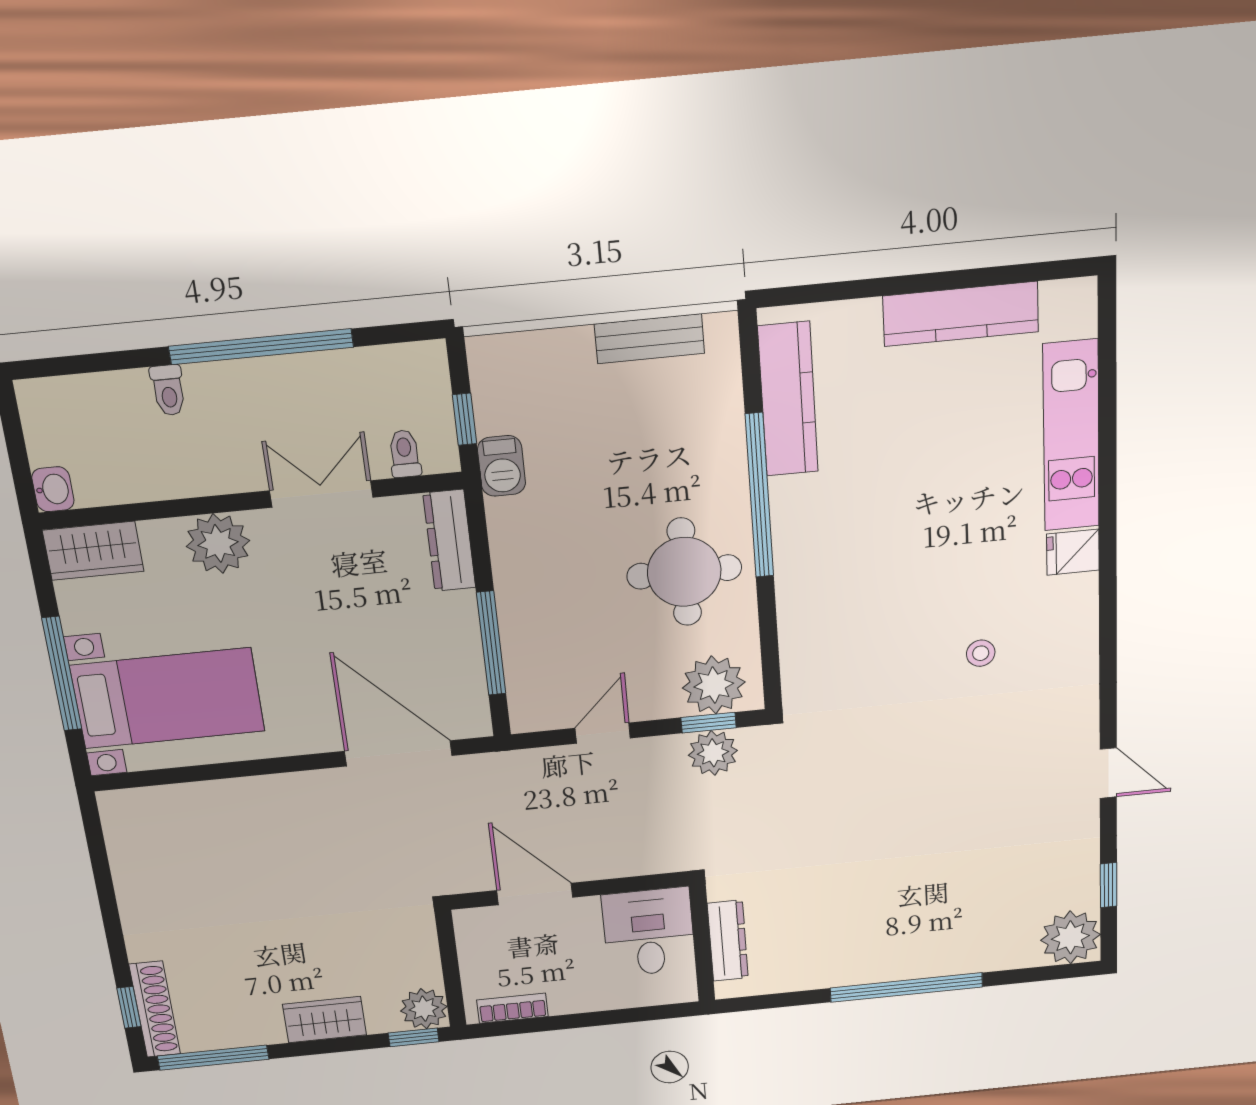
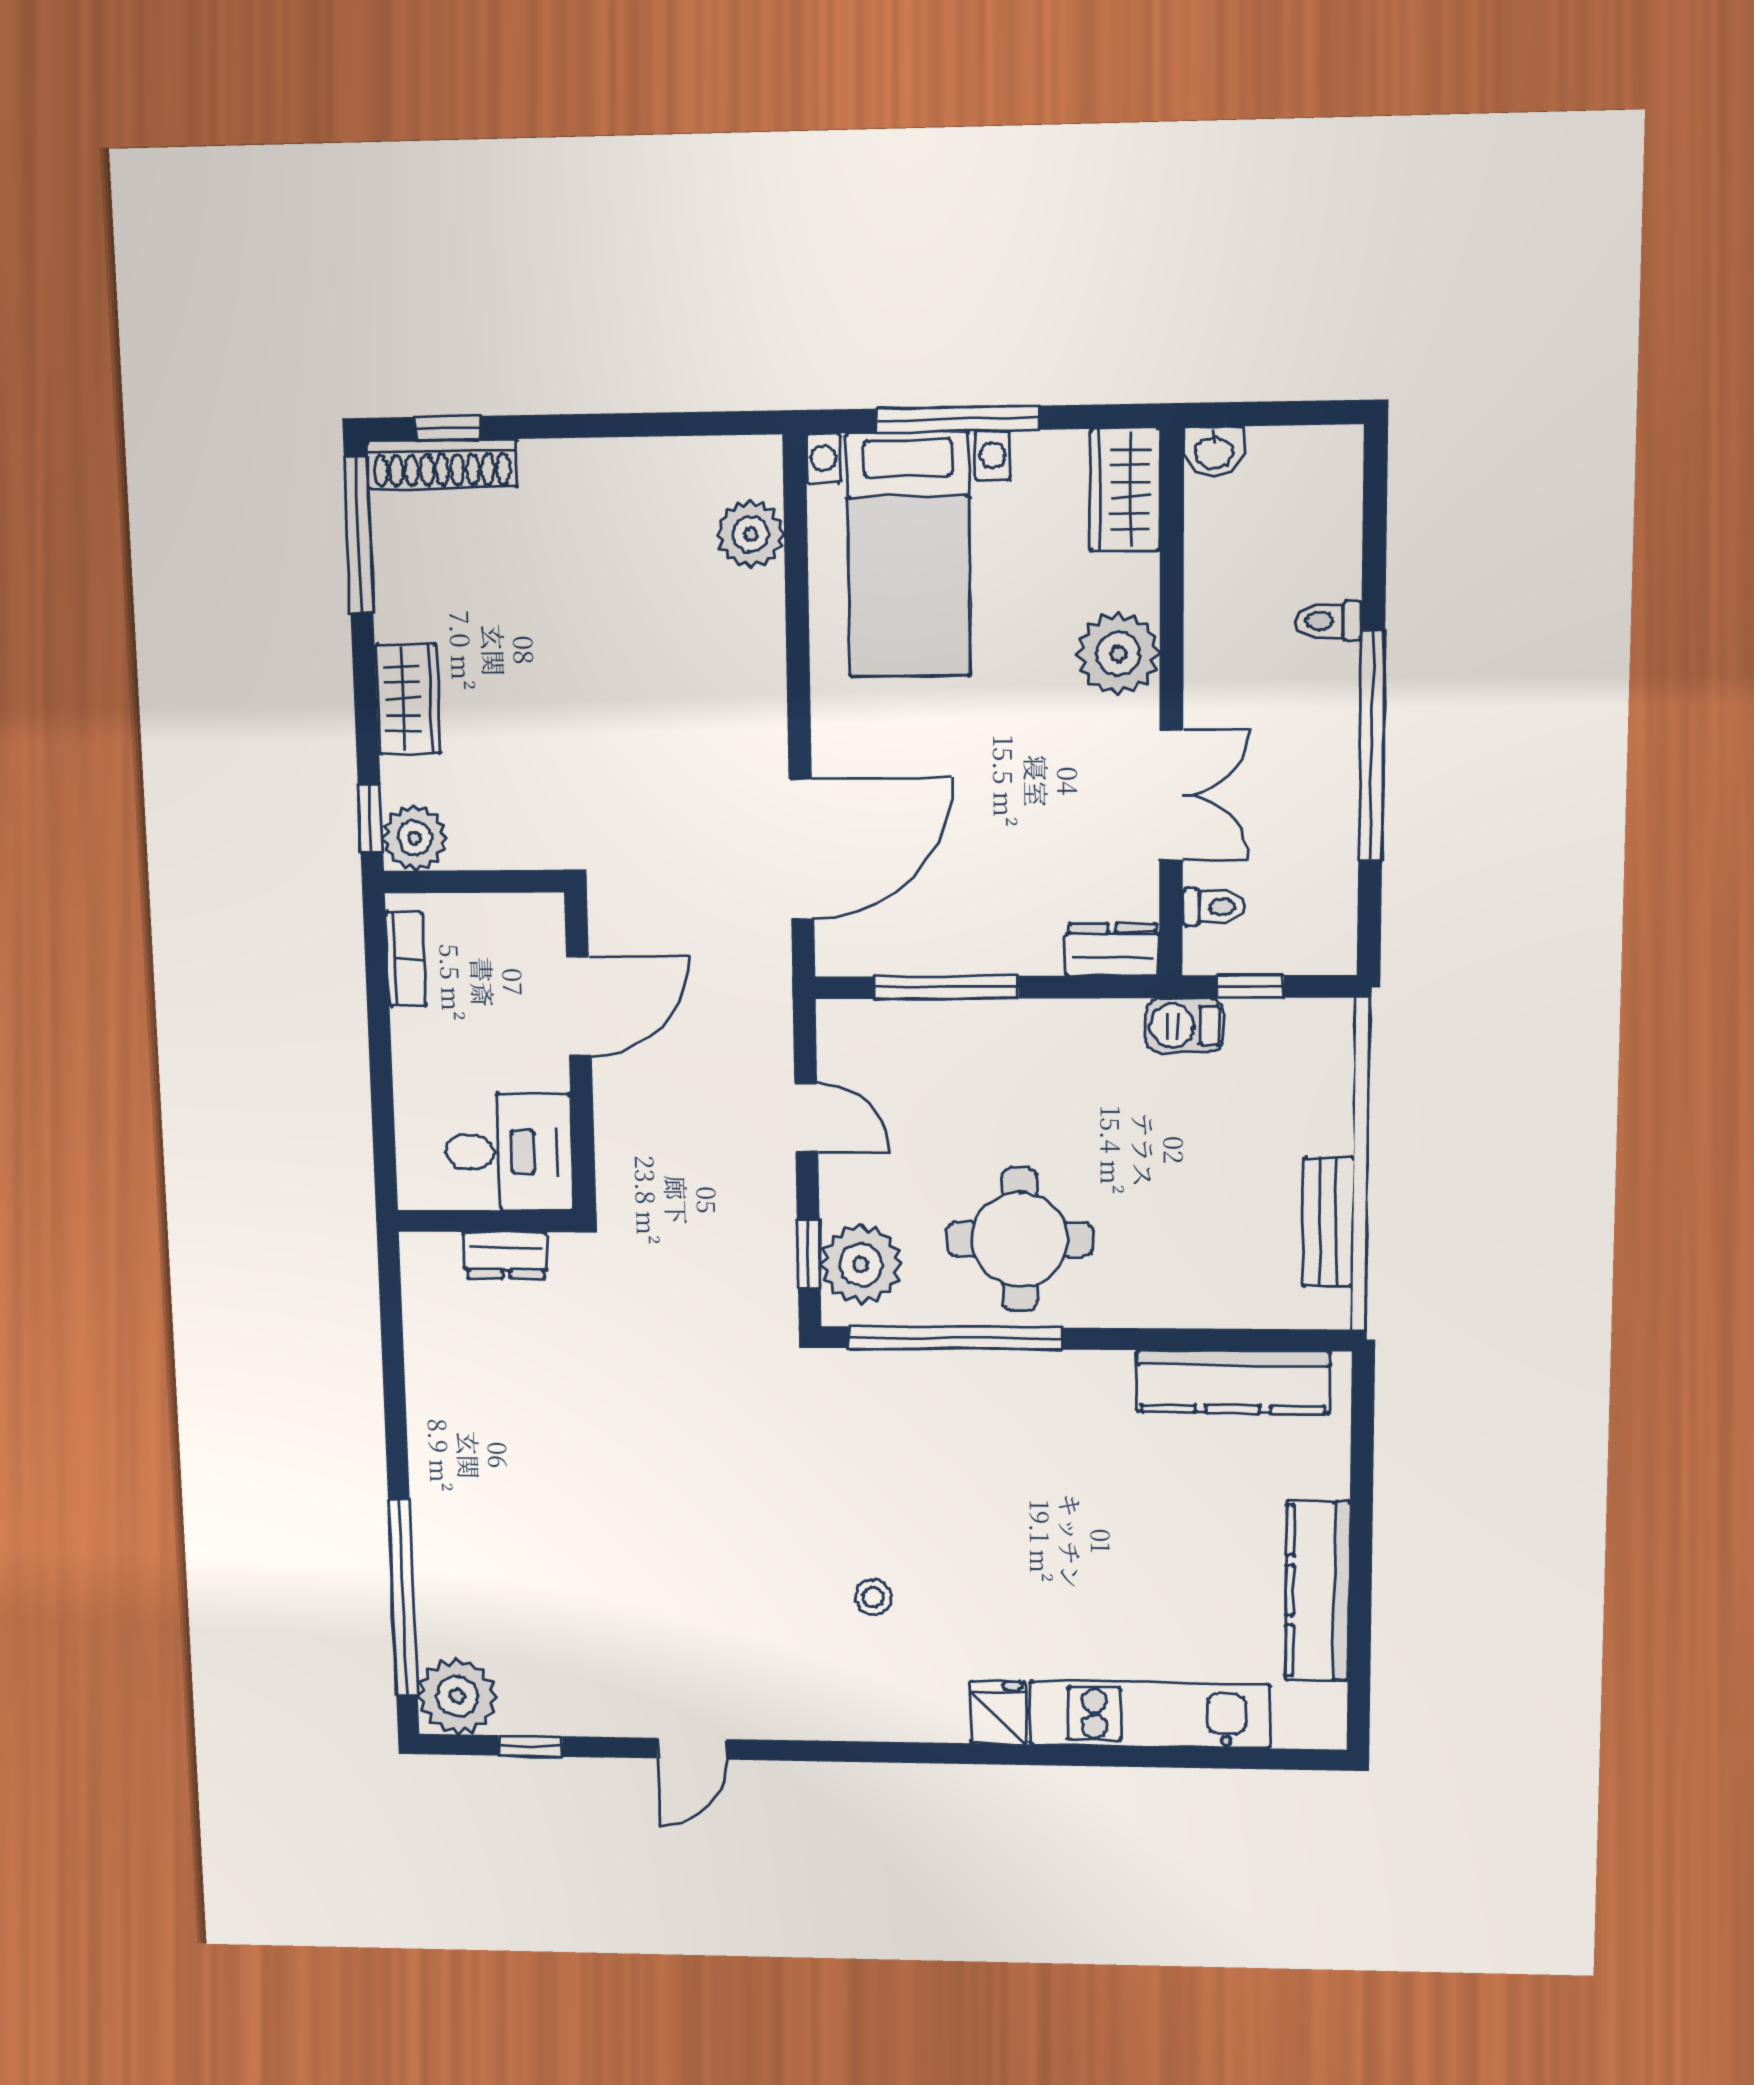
window: (759, 496) -> (955, 1338), moved
dresser: (449, 541) -> (1112, 950), width x0.70
plant: (713, 753) -> (751, 534), moved
dresser: (728, 941) -> (506, 1255), width x0.70
window: (906, 987) -> (403, 1598), moved

